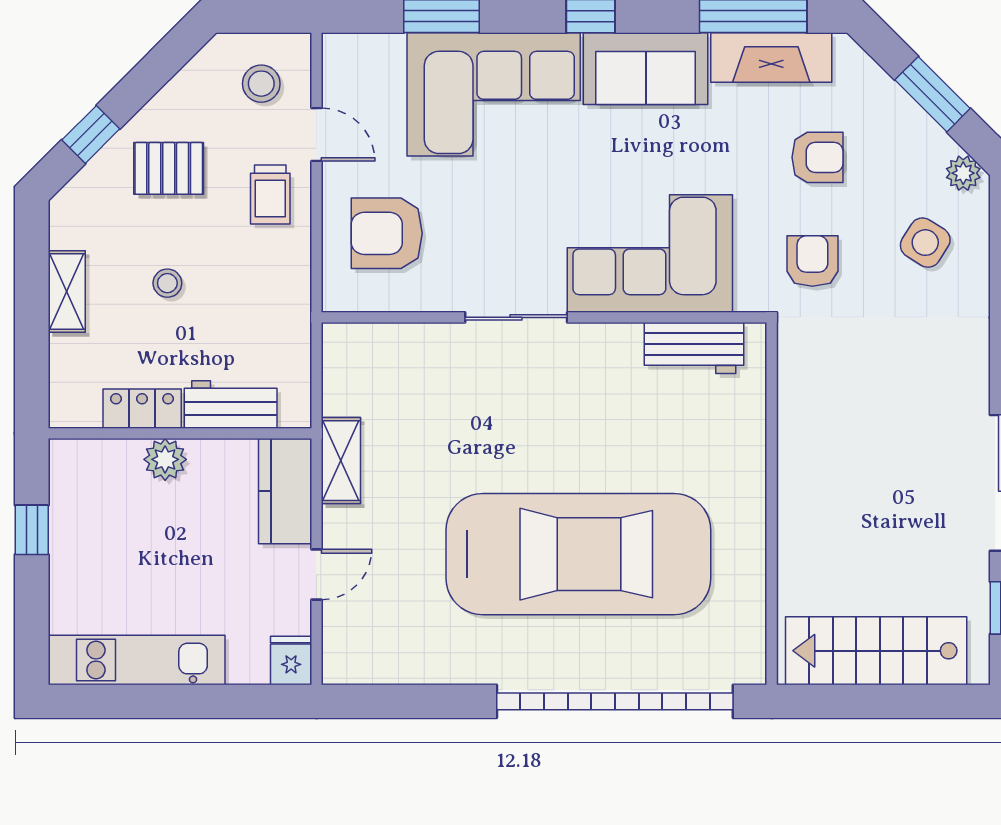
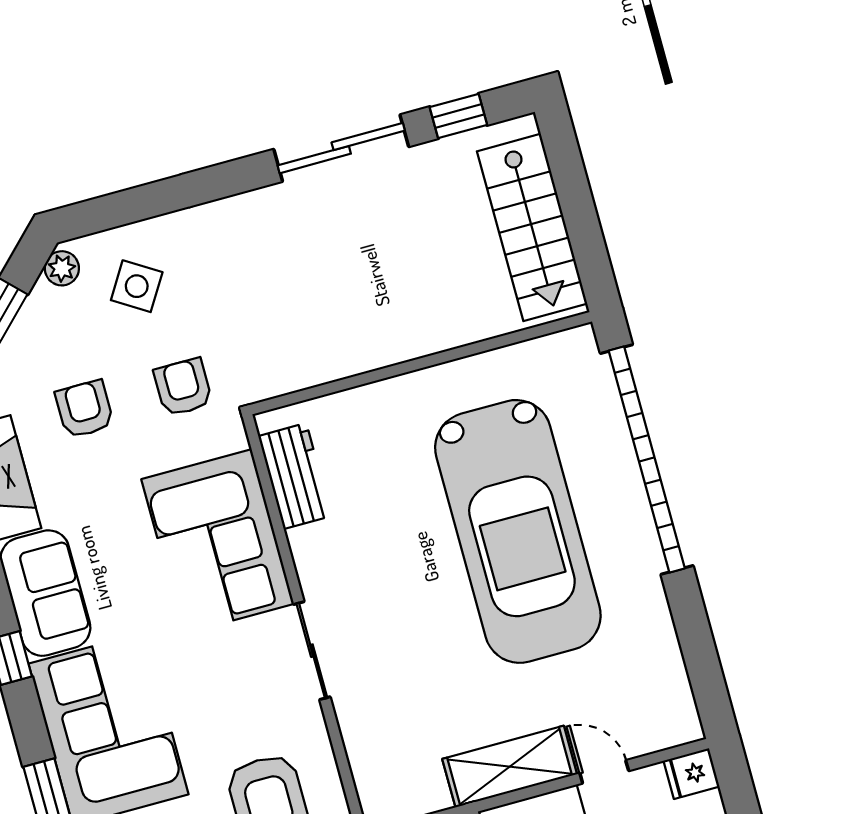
armchair: (812, 261) -> (183, 387), turned 90
shelving: (341, 461) -> (510, 767), width x1.50, depth x1.33
car: (578, 554) -> (518, 531), turned 180

